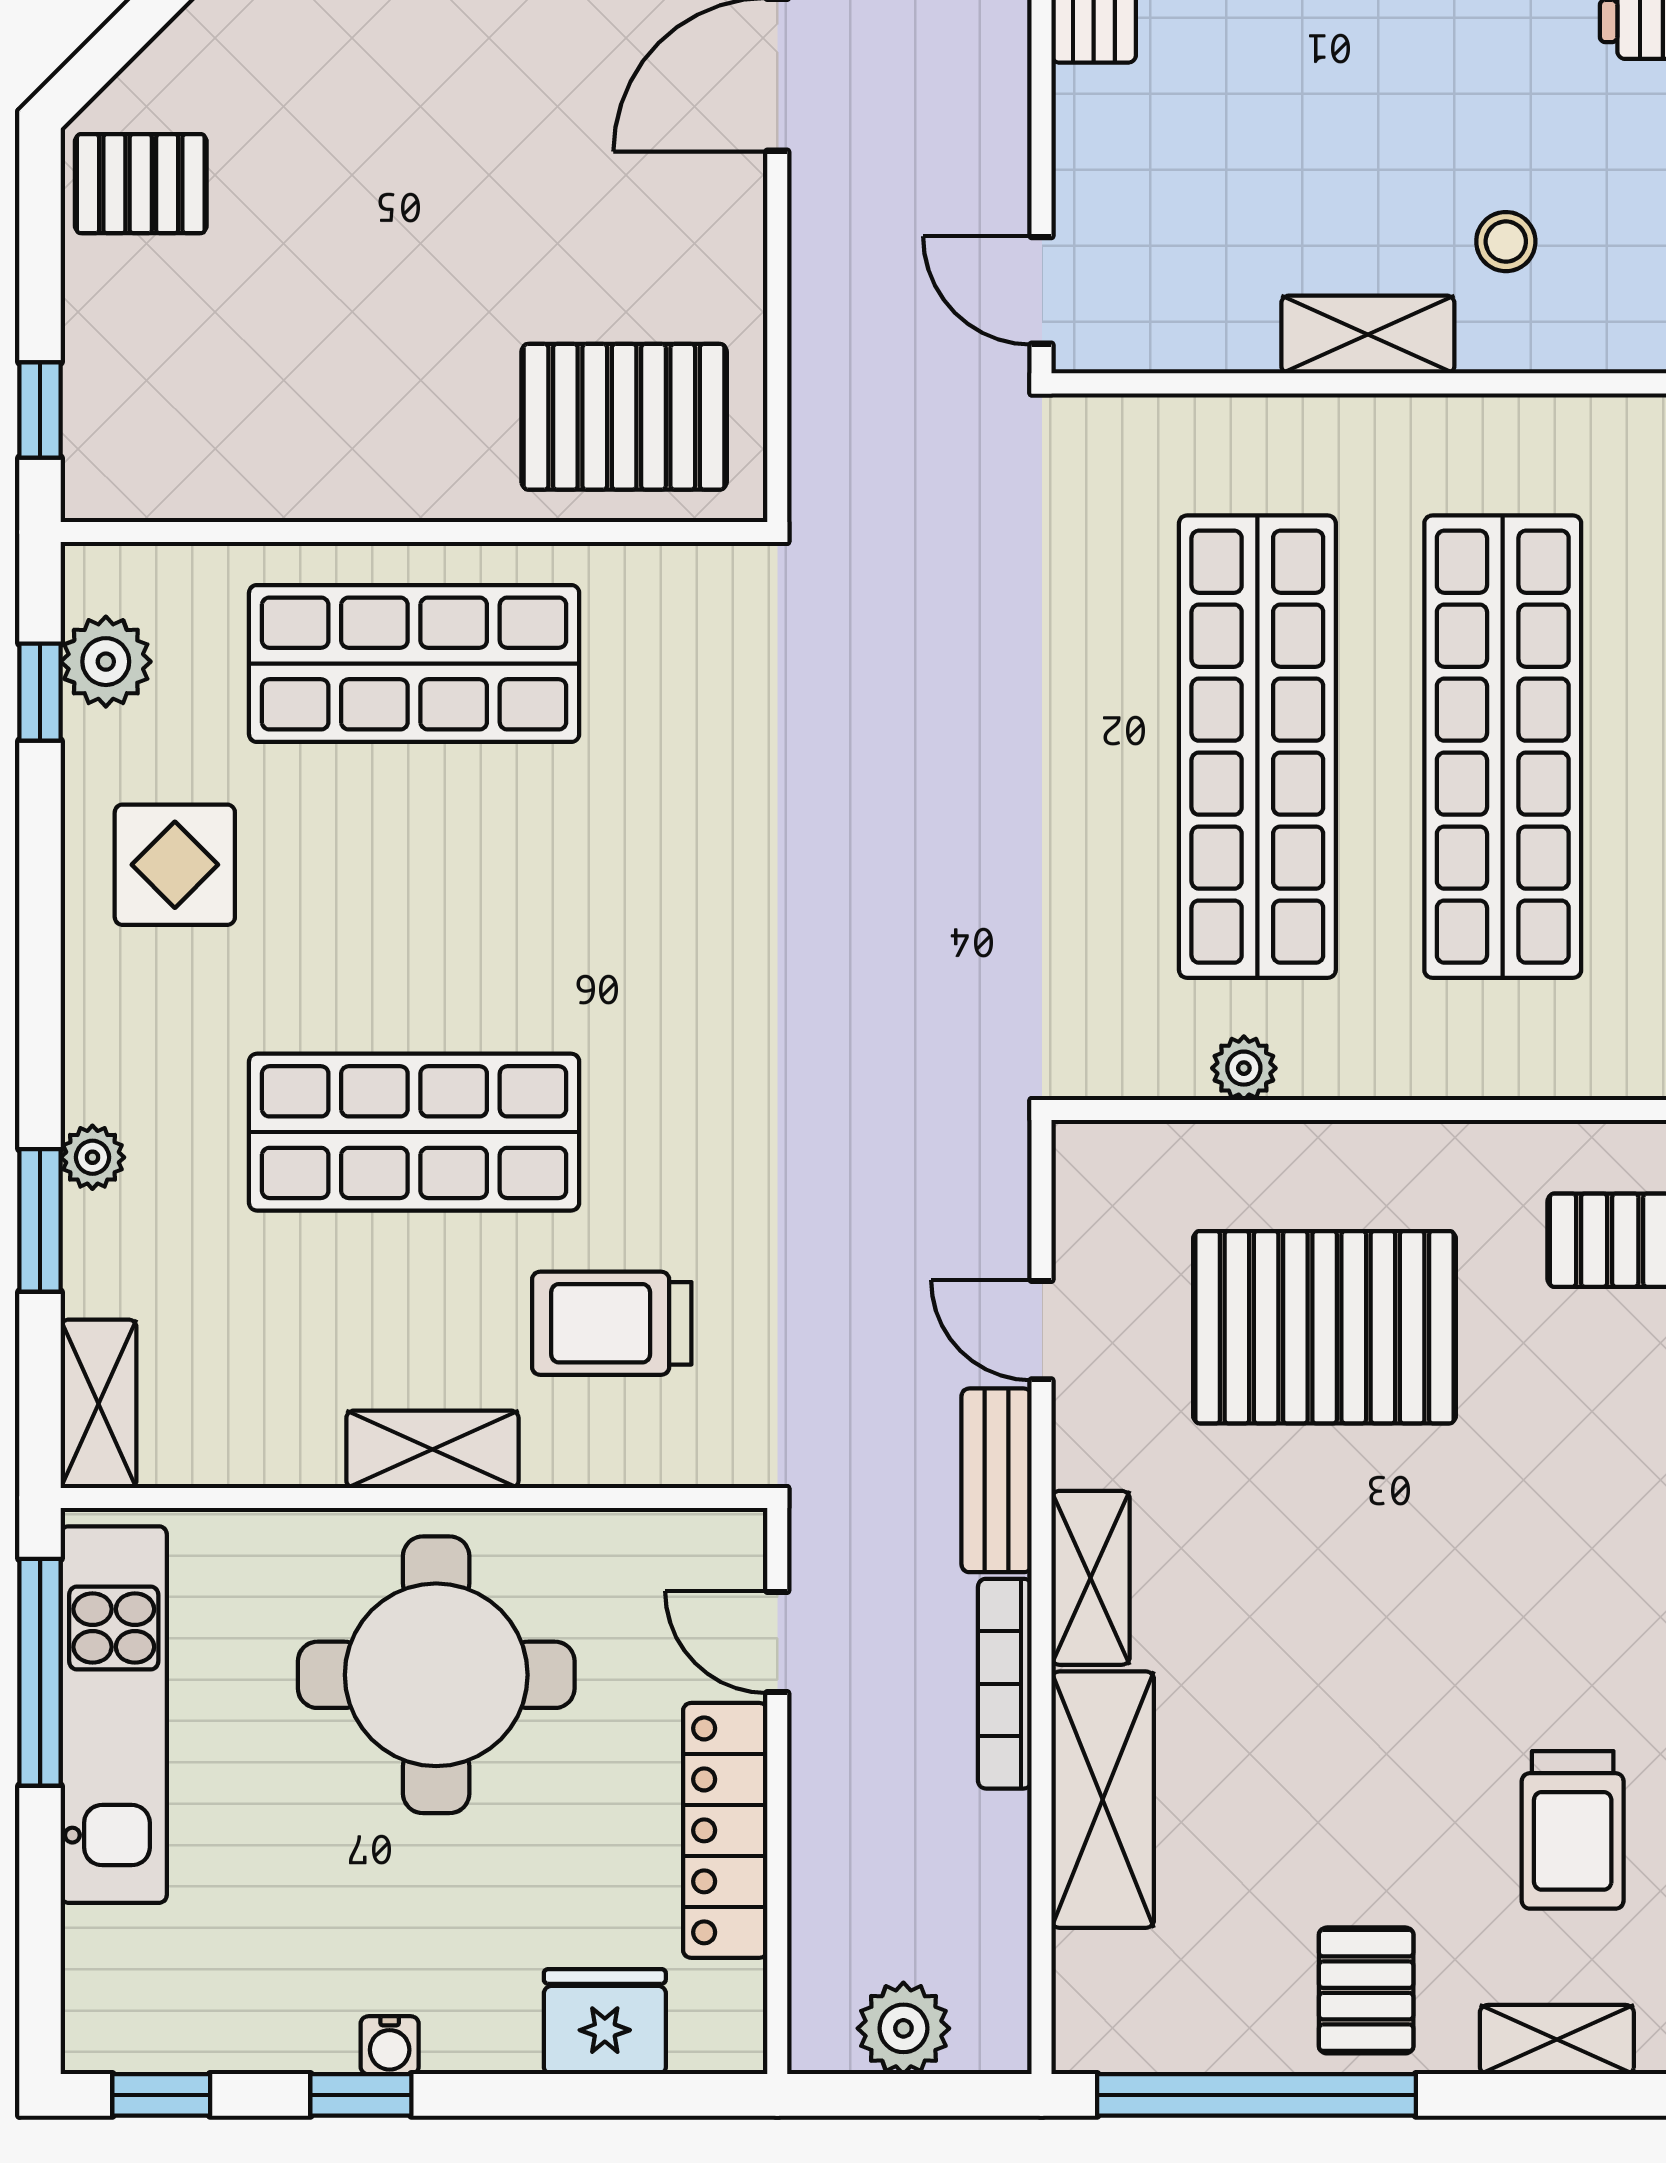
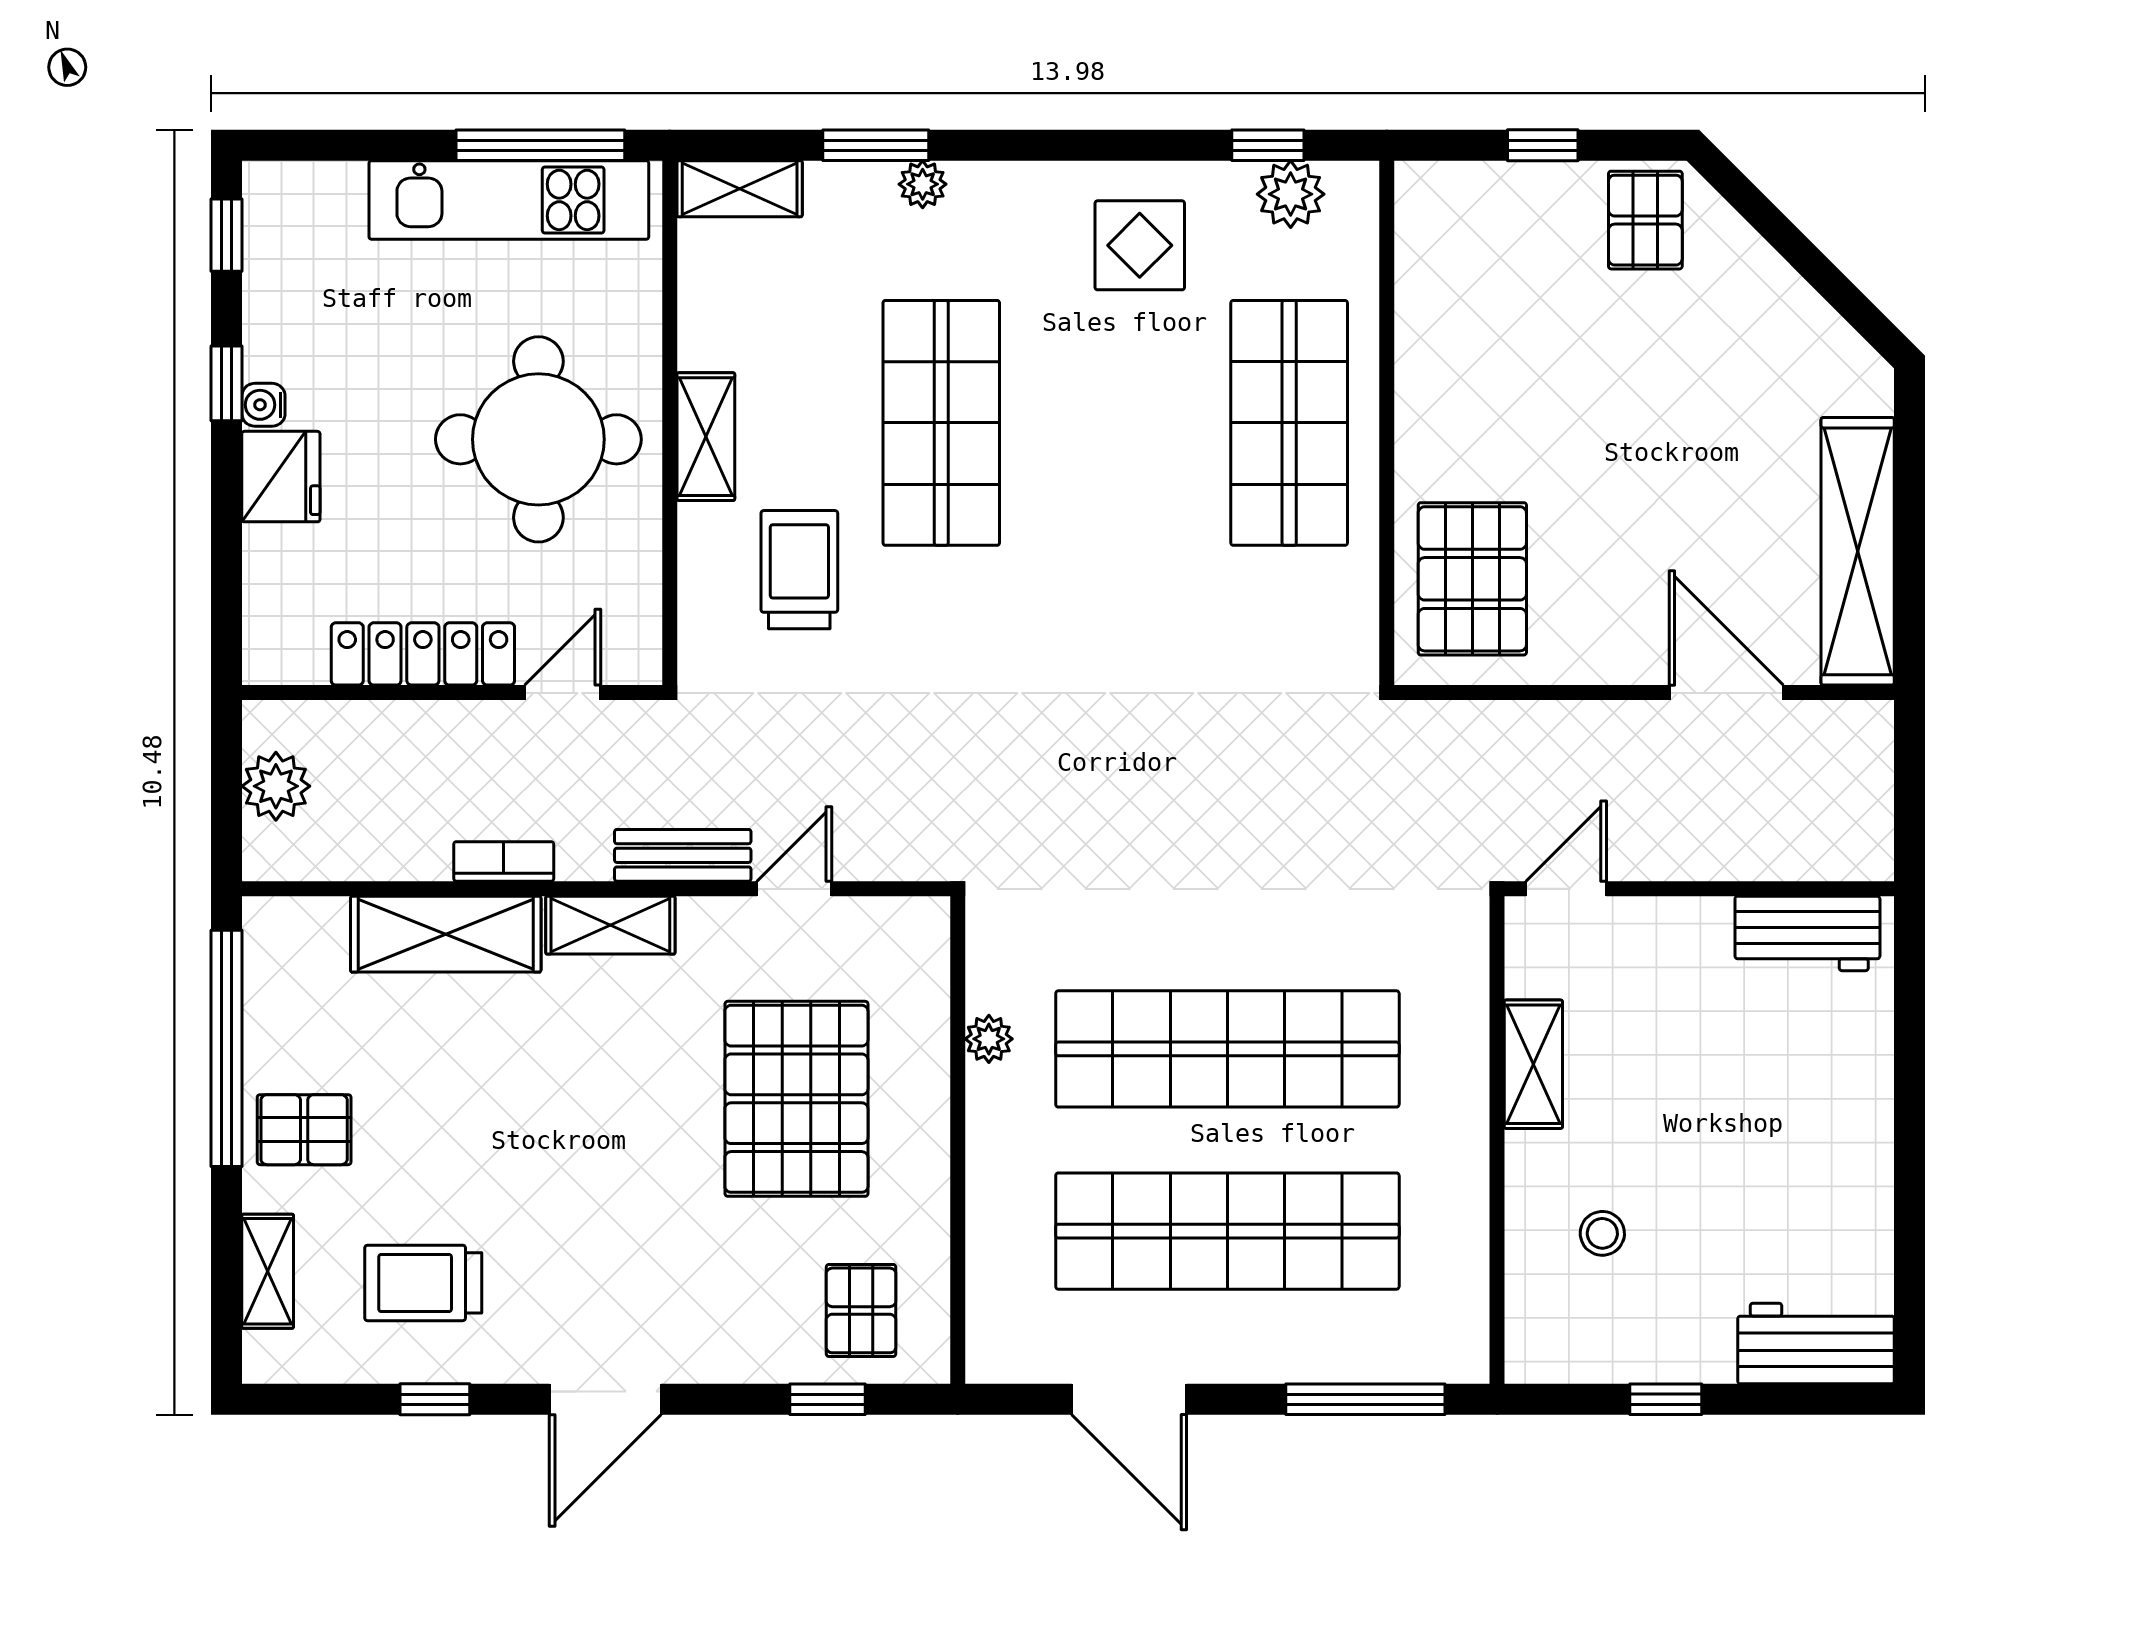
shelving: (1368, 334) -> (1533, 1064), moved
window: (40, 410) -> (1543, 145), moved
bookcase: (1005, 1684) -> (504, 861), width x0.64
fridge: (605, 2022) -> (281, 477), moved

